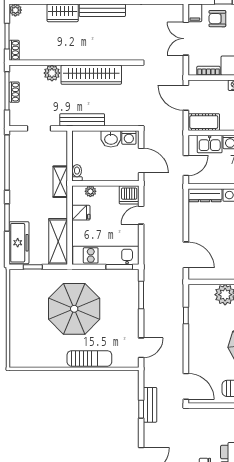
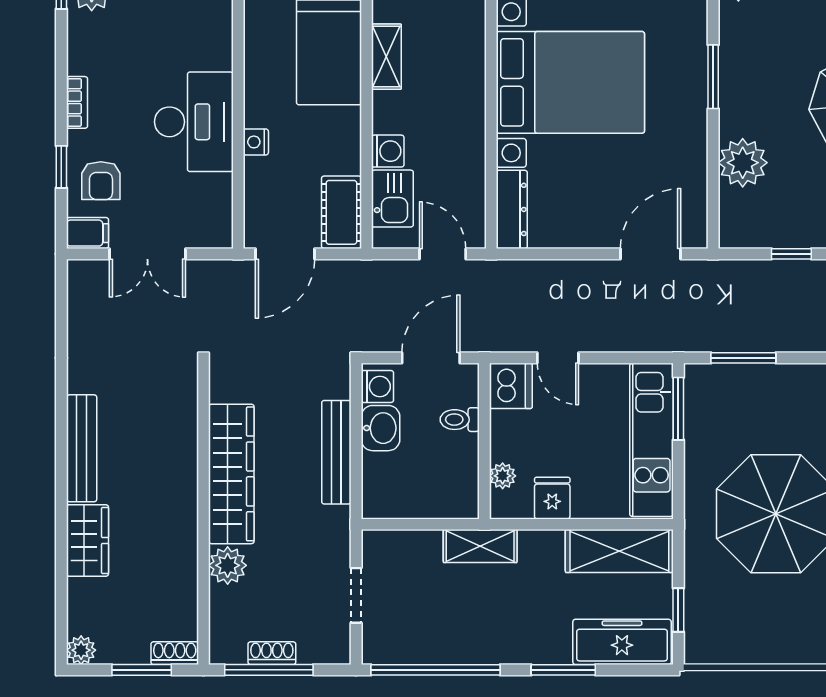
bookcase: (208, 71) -> (222, 201), removed
bench: (82, 120) -> (336, 452), moved
toilet: (77, 173) -> (460, 420), moved

